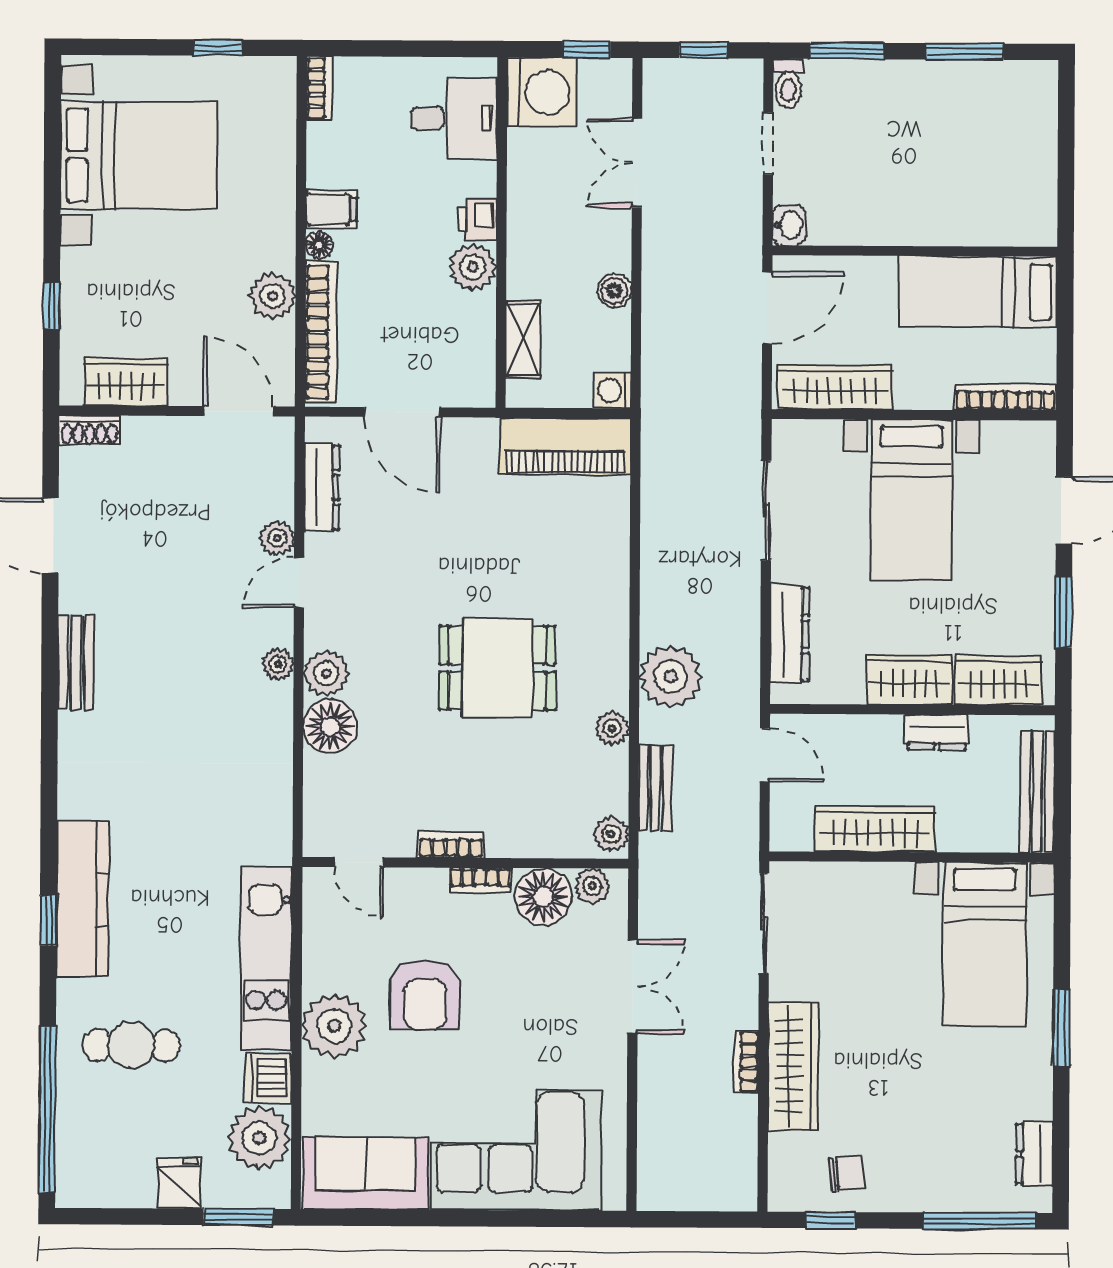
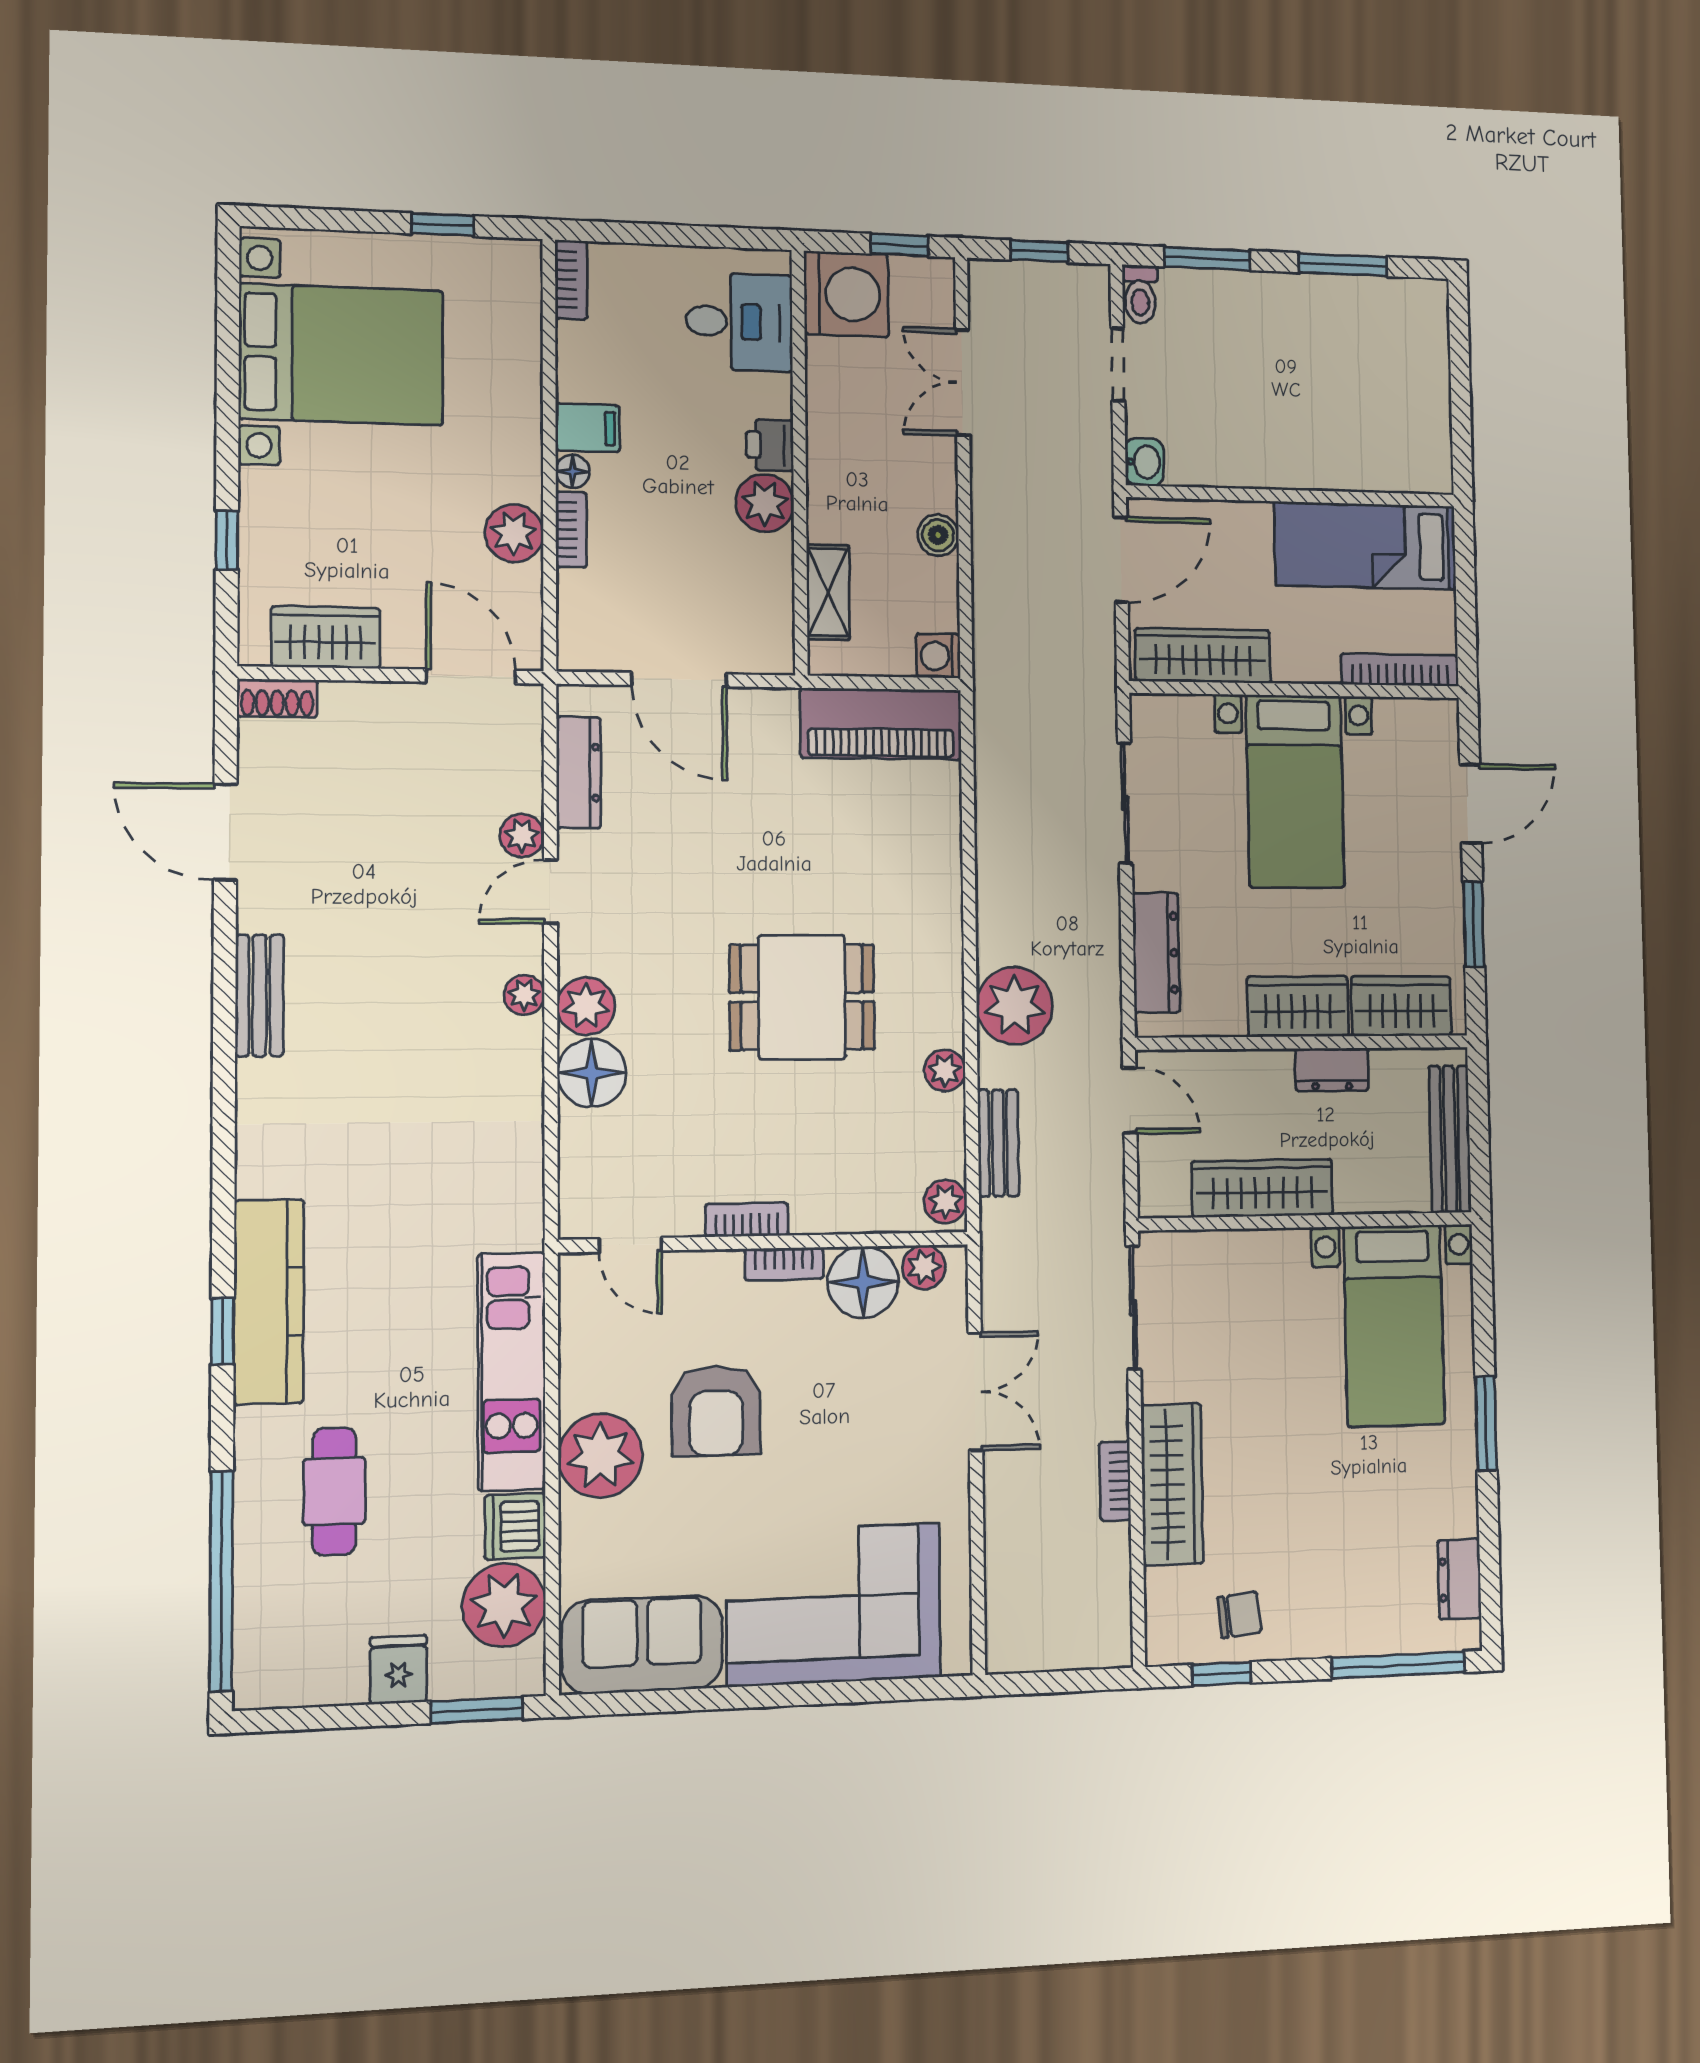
bookcase: (321, 332) -> (571, 530), width x0.43, depth x0.76
cafe table: (131, 1045) -> (334, 1491), turned 90

